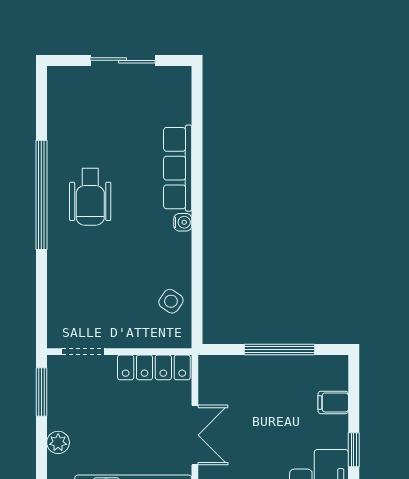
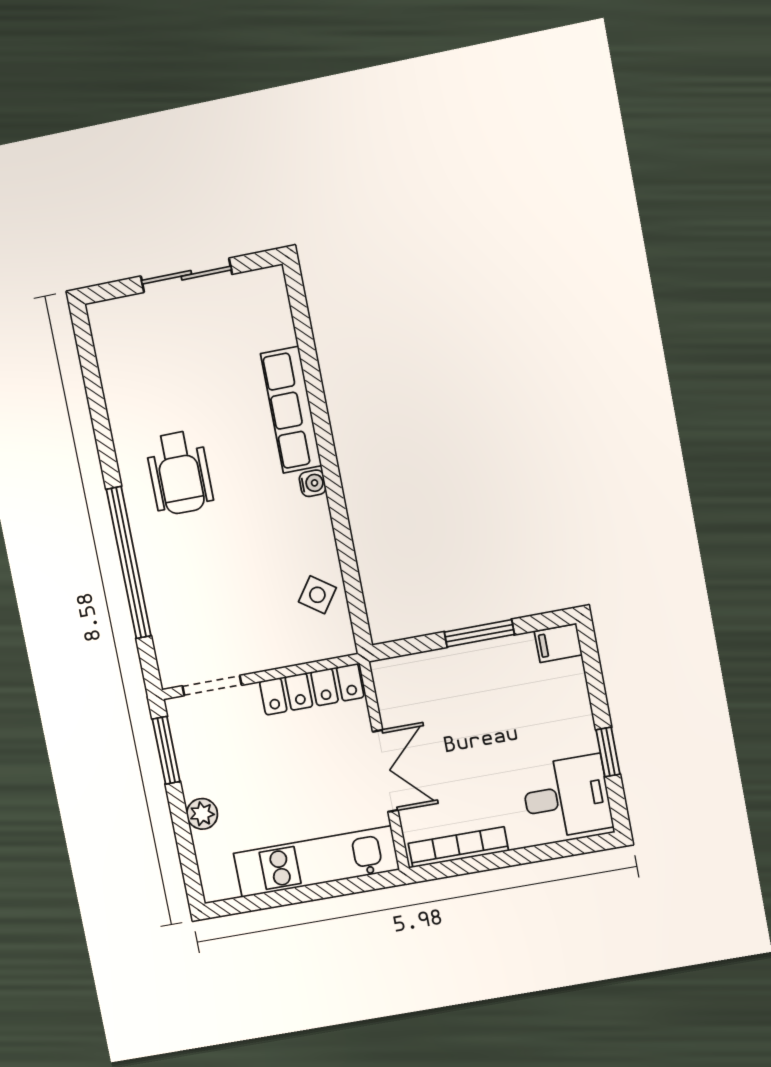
window: (41, 195) -> (129, 563), moved
window: (279, 350) -> (479, 633), width x0.69
filing cabinet: (333, 402) -> (558, 643), moved

